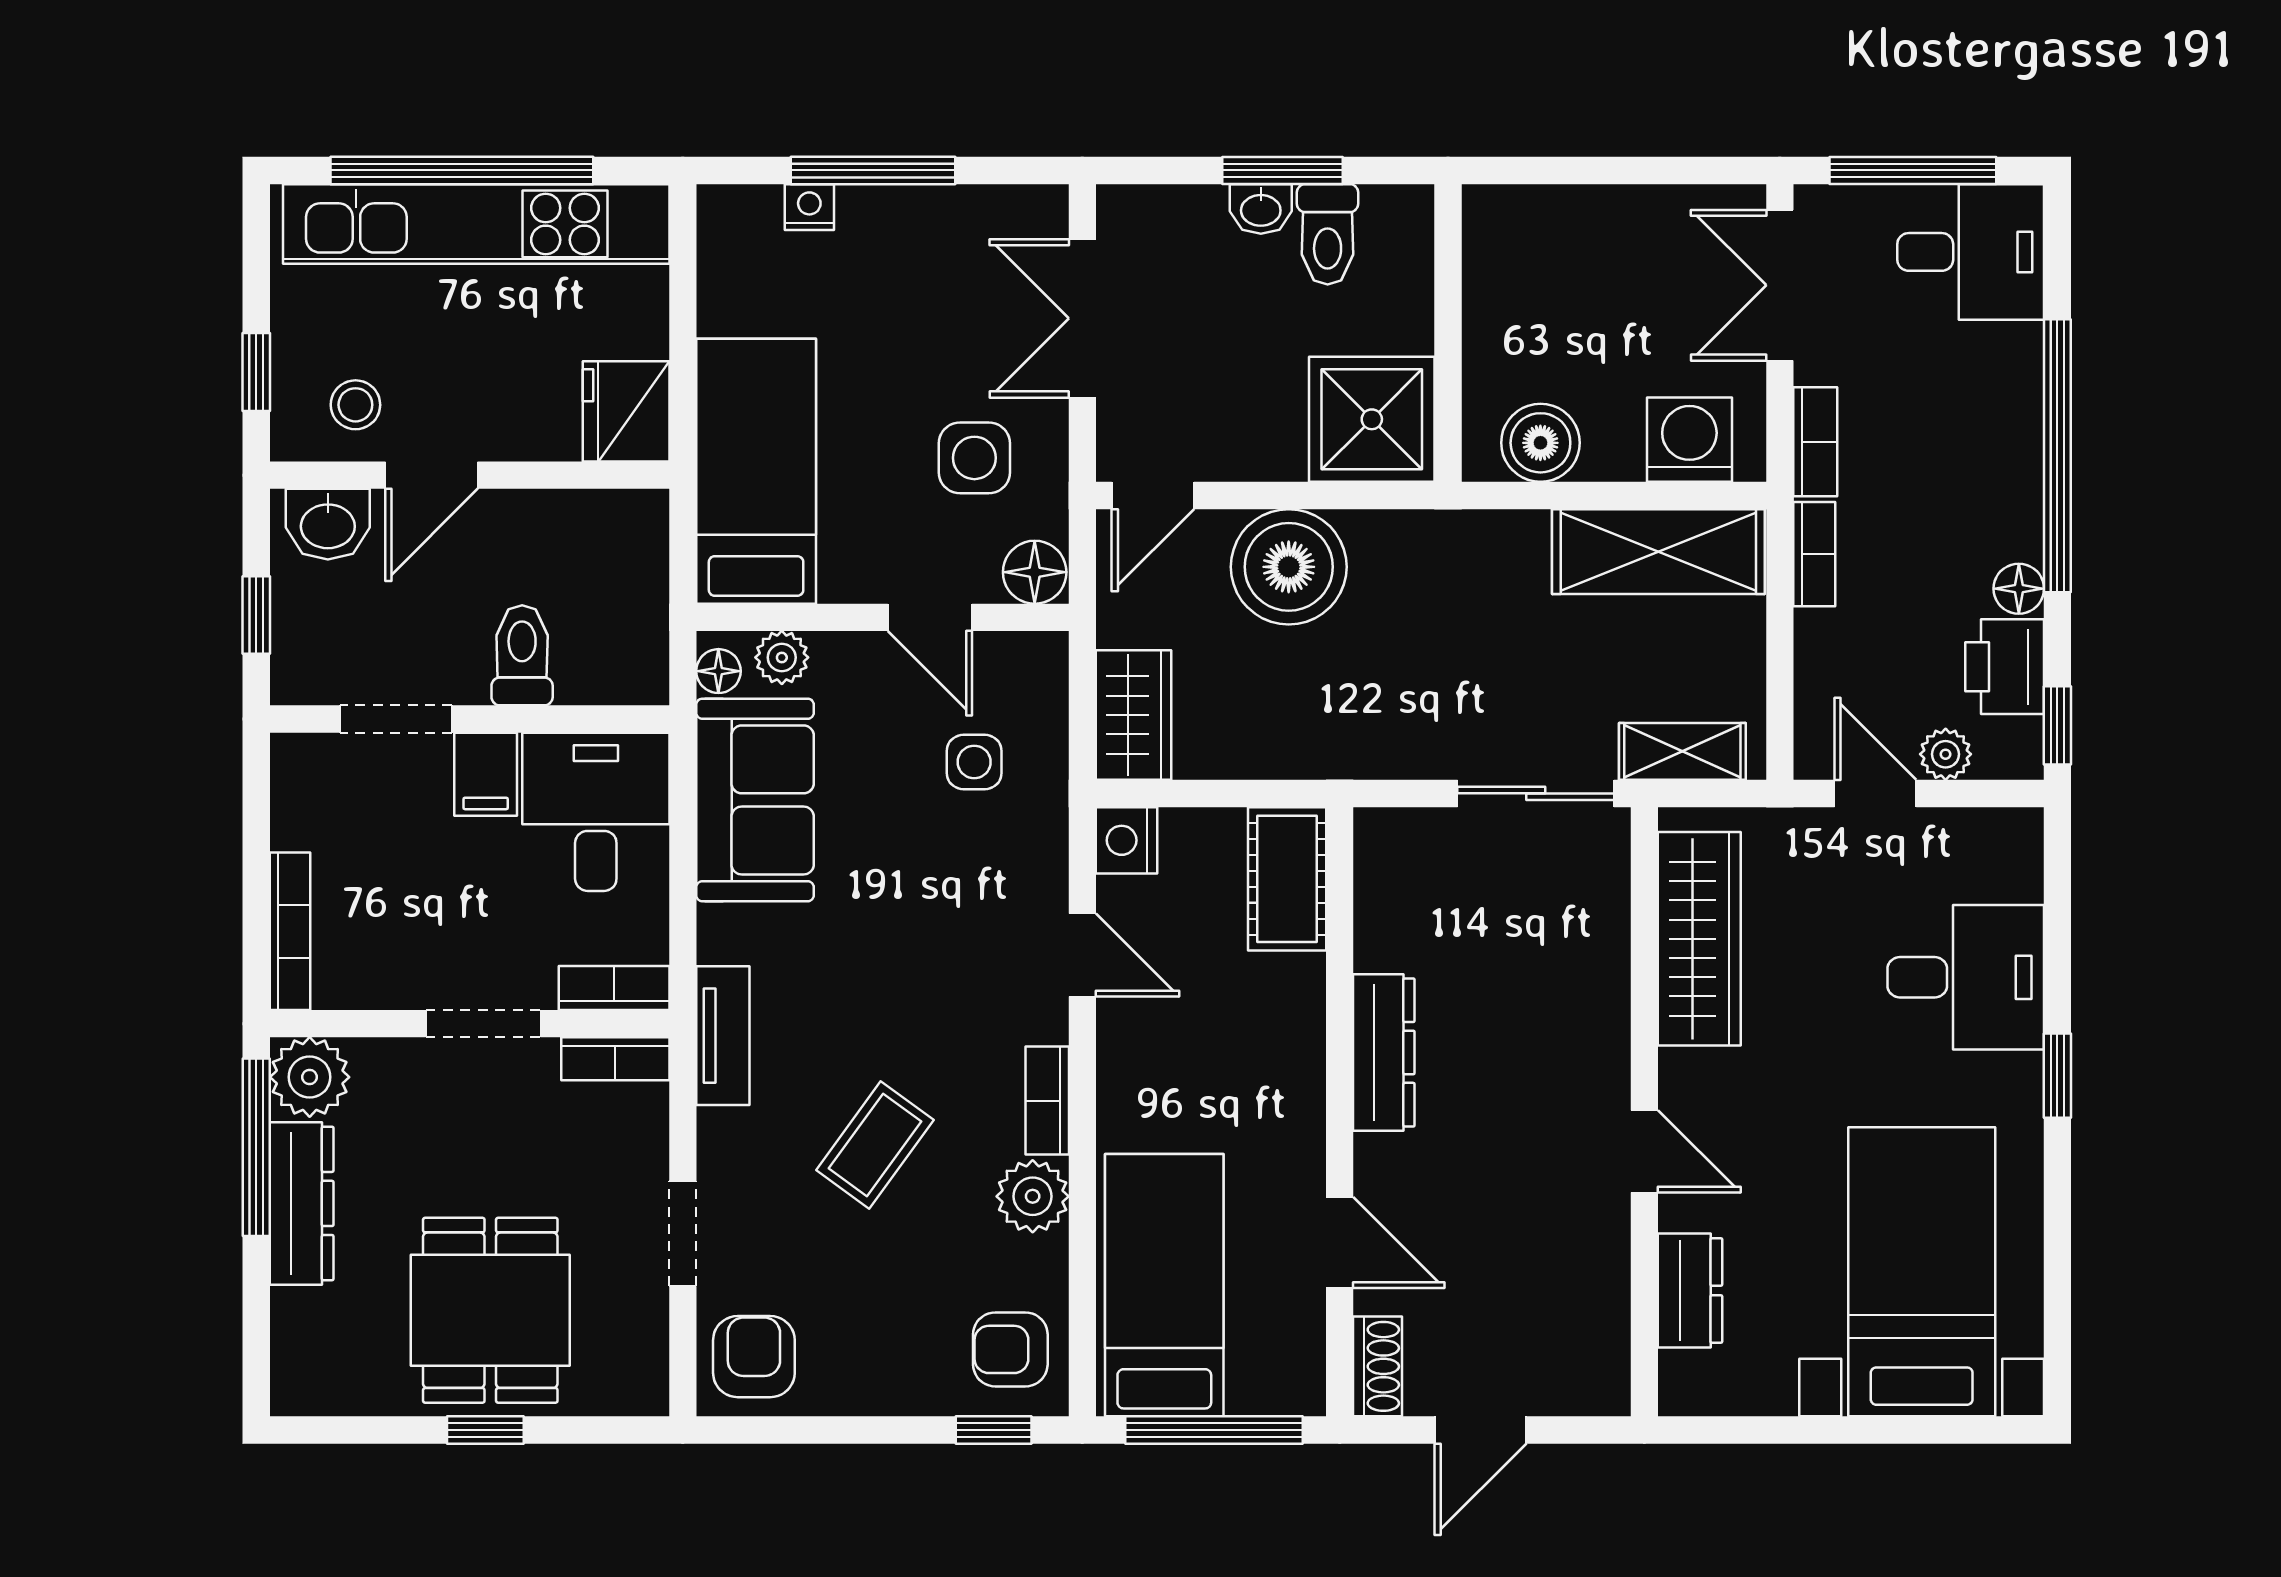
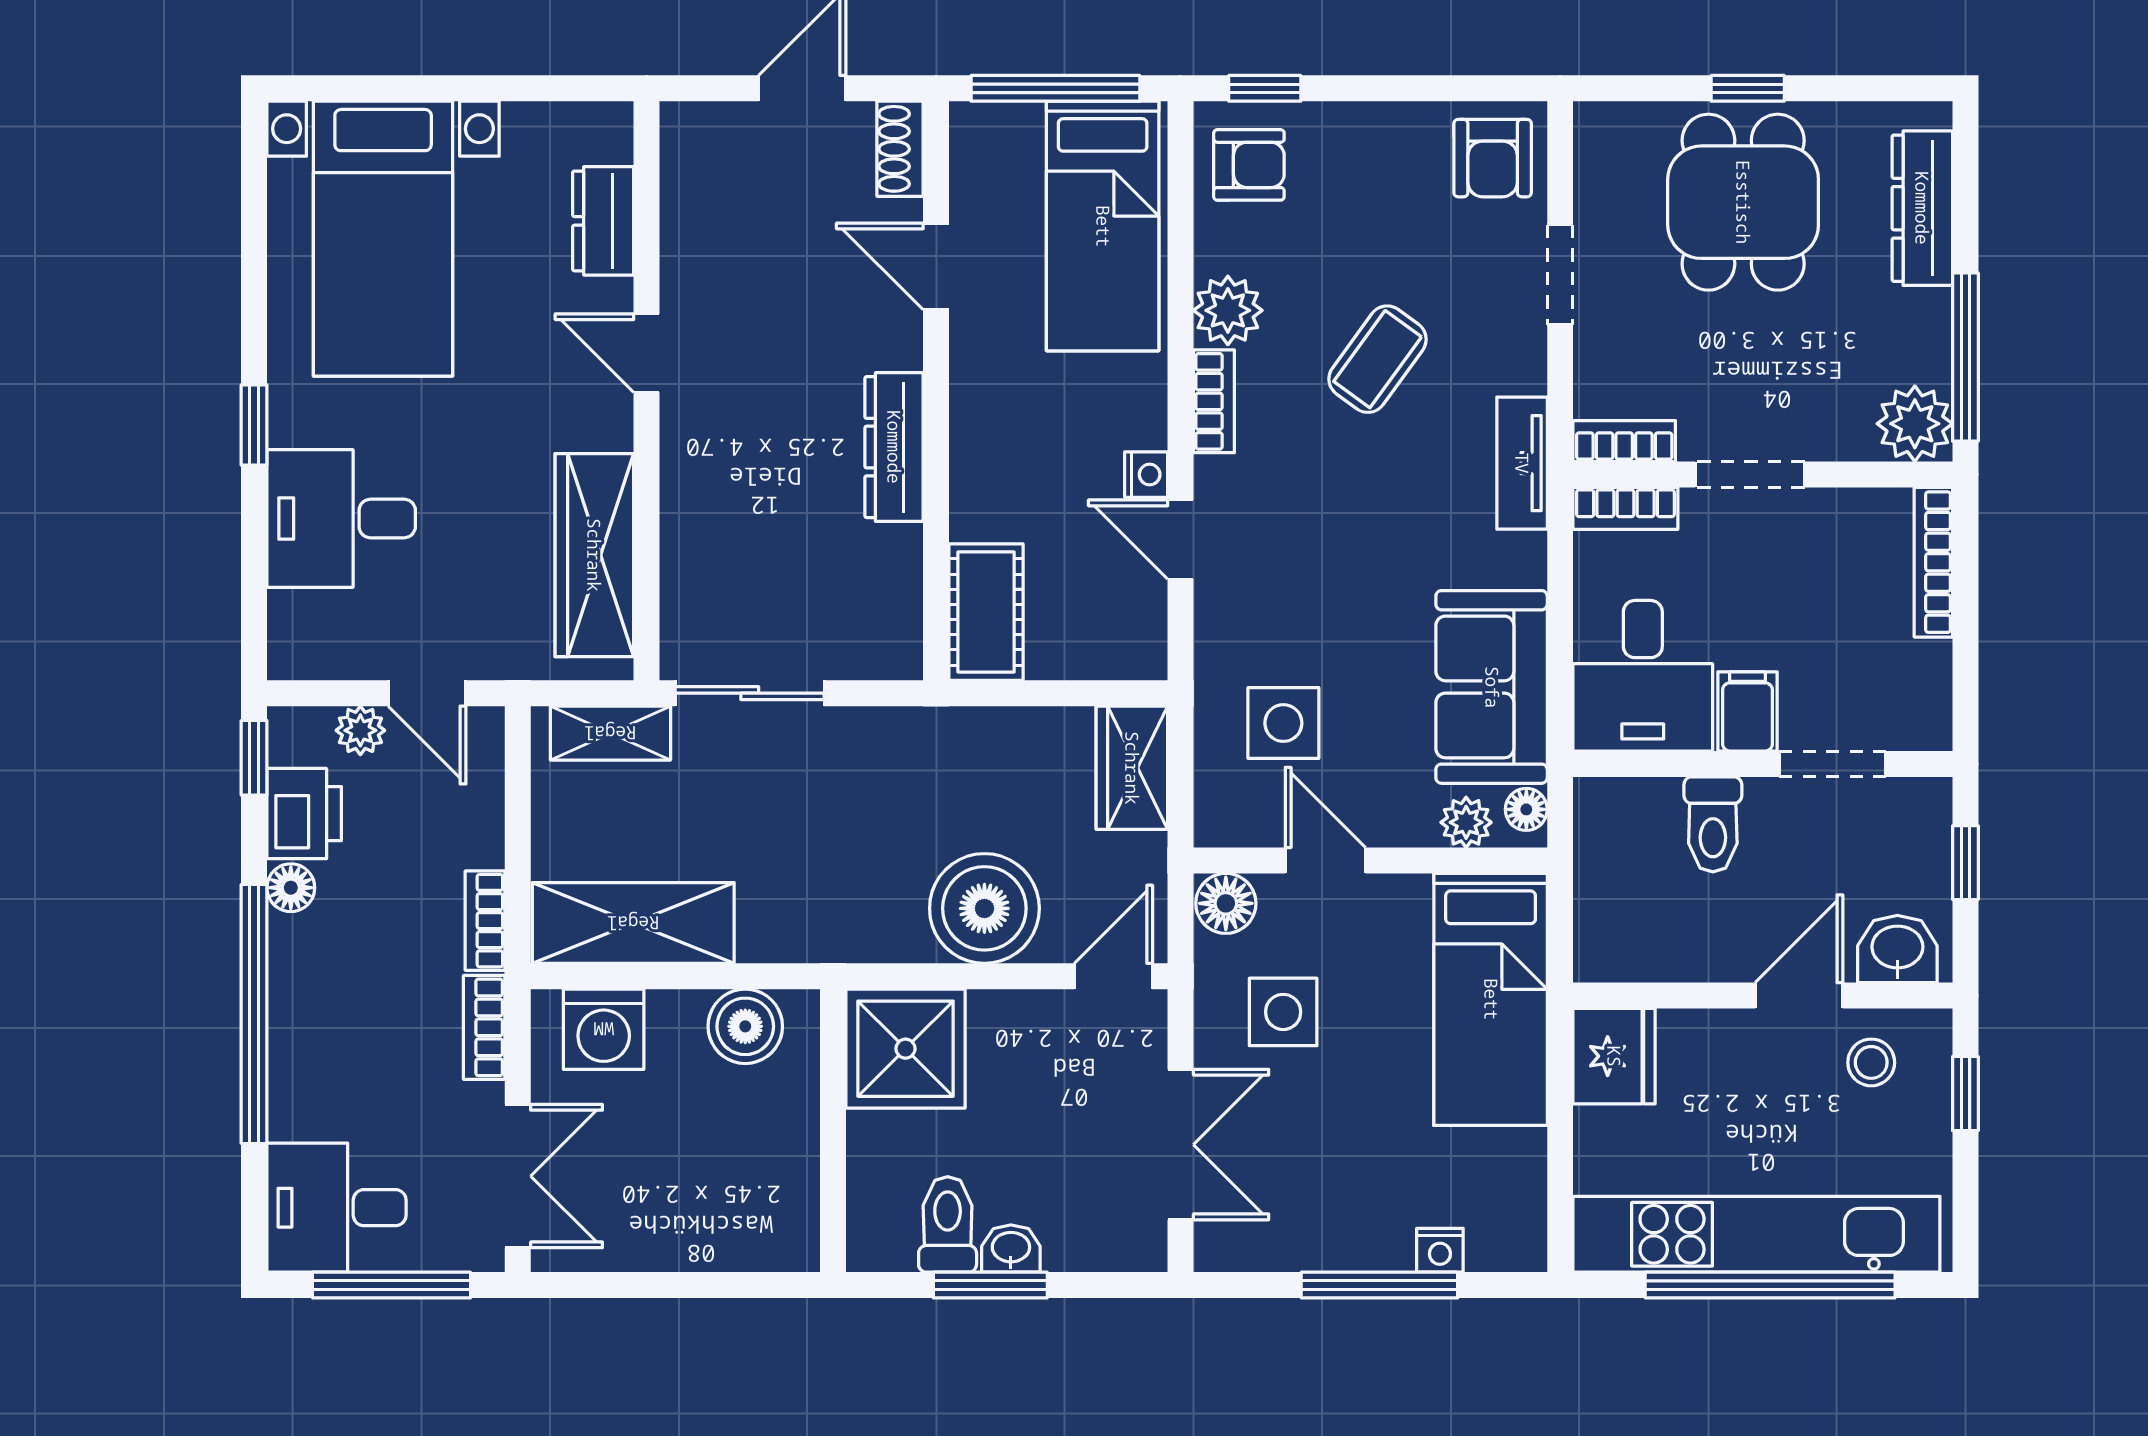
side table: (974, 762) -> (1283, 723), width x1.37, depth x1.37
nightstand: (1126, 840) -> (1146, 475), moved, width x0.72, depth x0.74
dresser: (302, 1203) -> (1922, 208), moved

